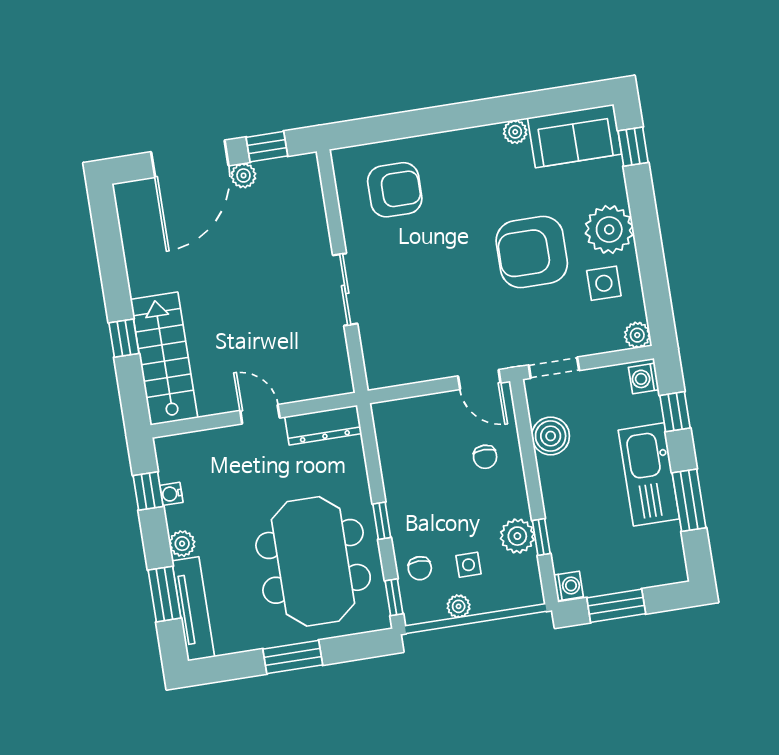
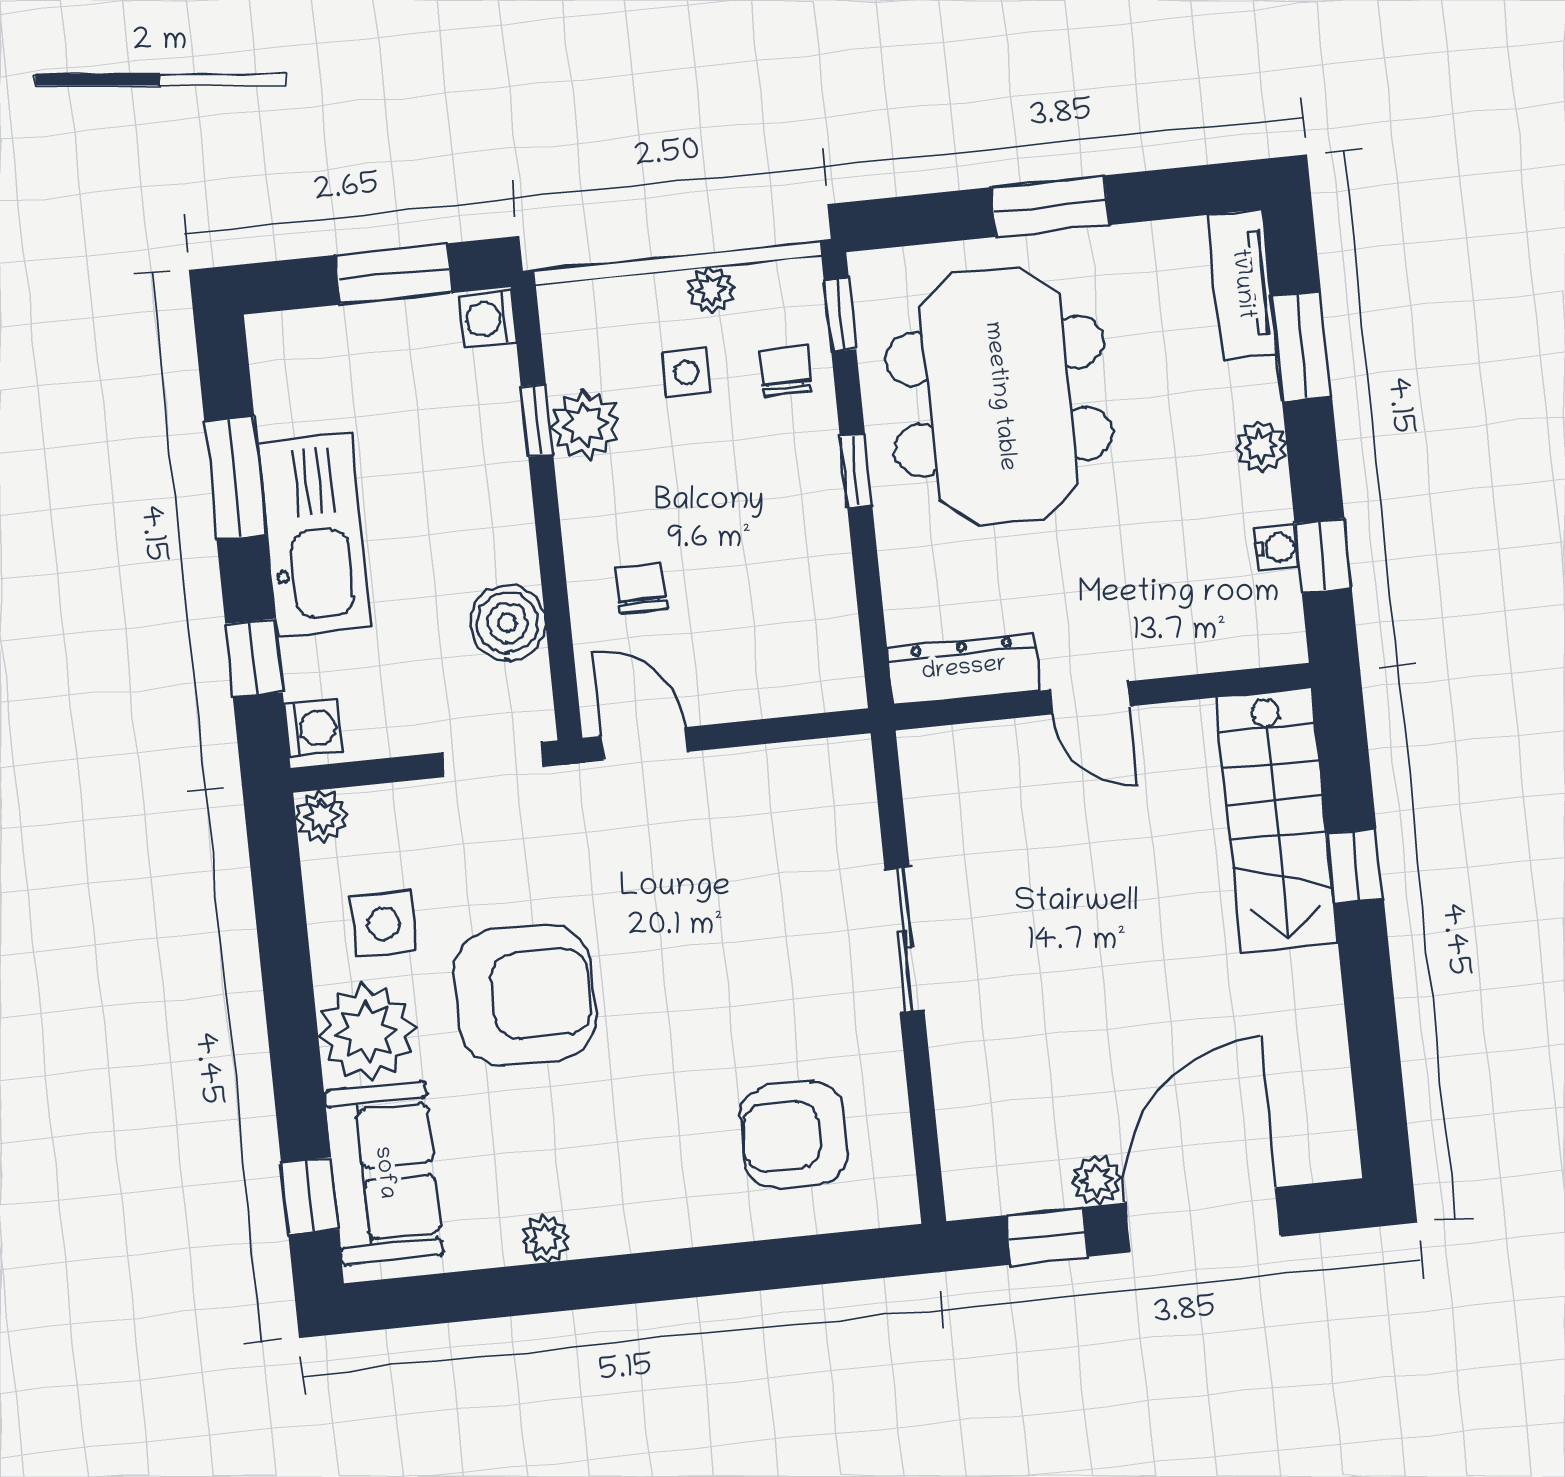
sofa: (575, 136) -> (384, 1173), moved, turned 90
tv unit: (193, 609) -> (1242, 284), width x0.71

